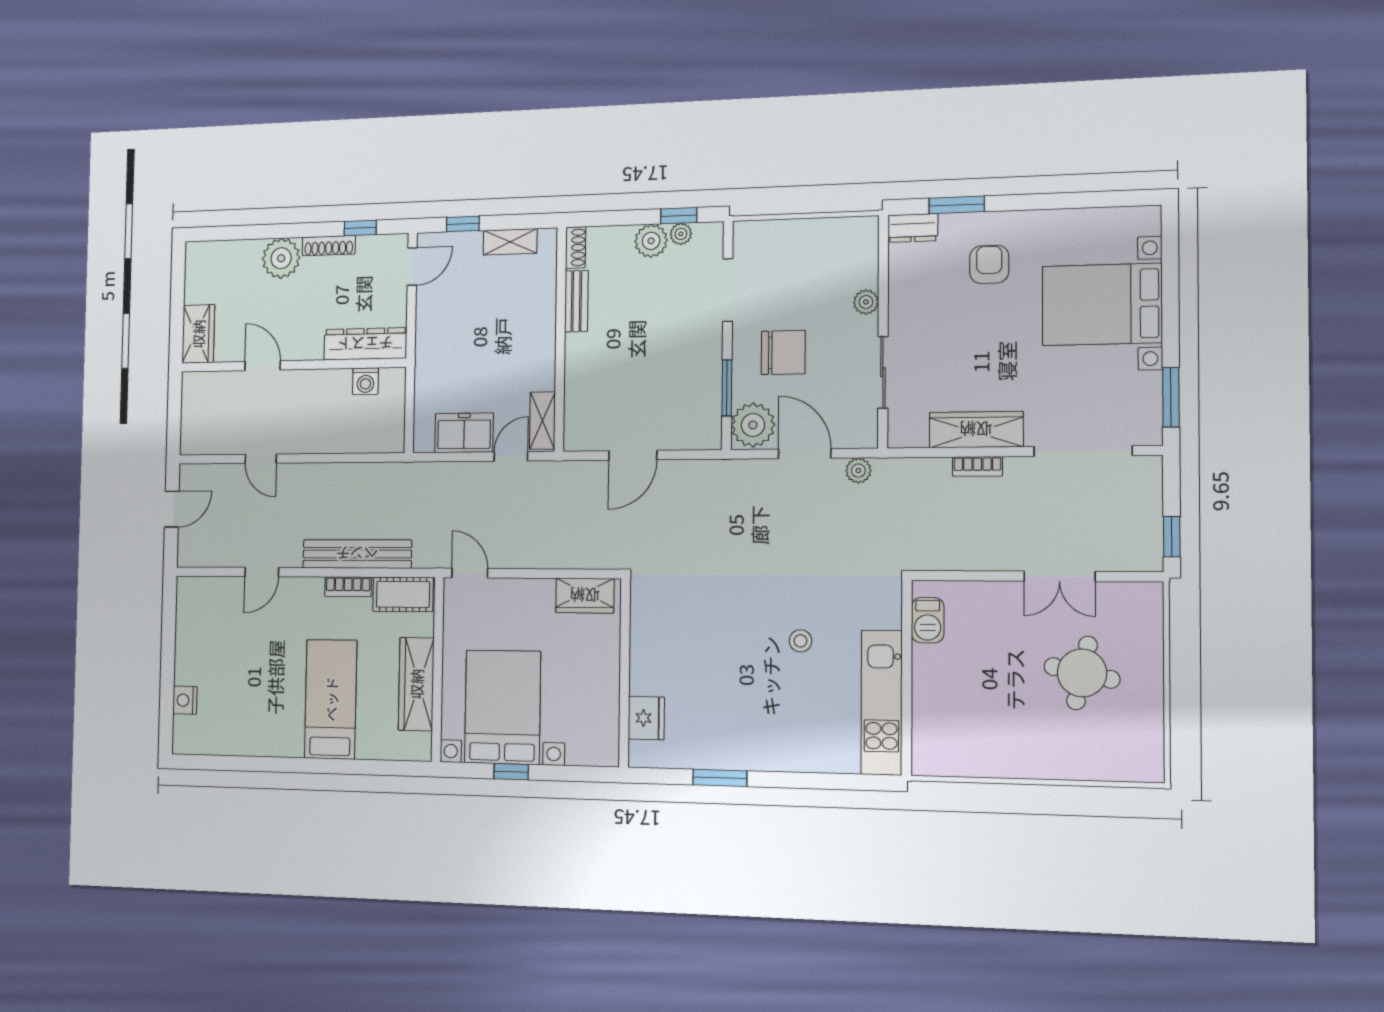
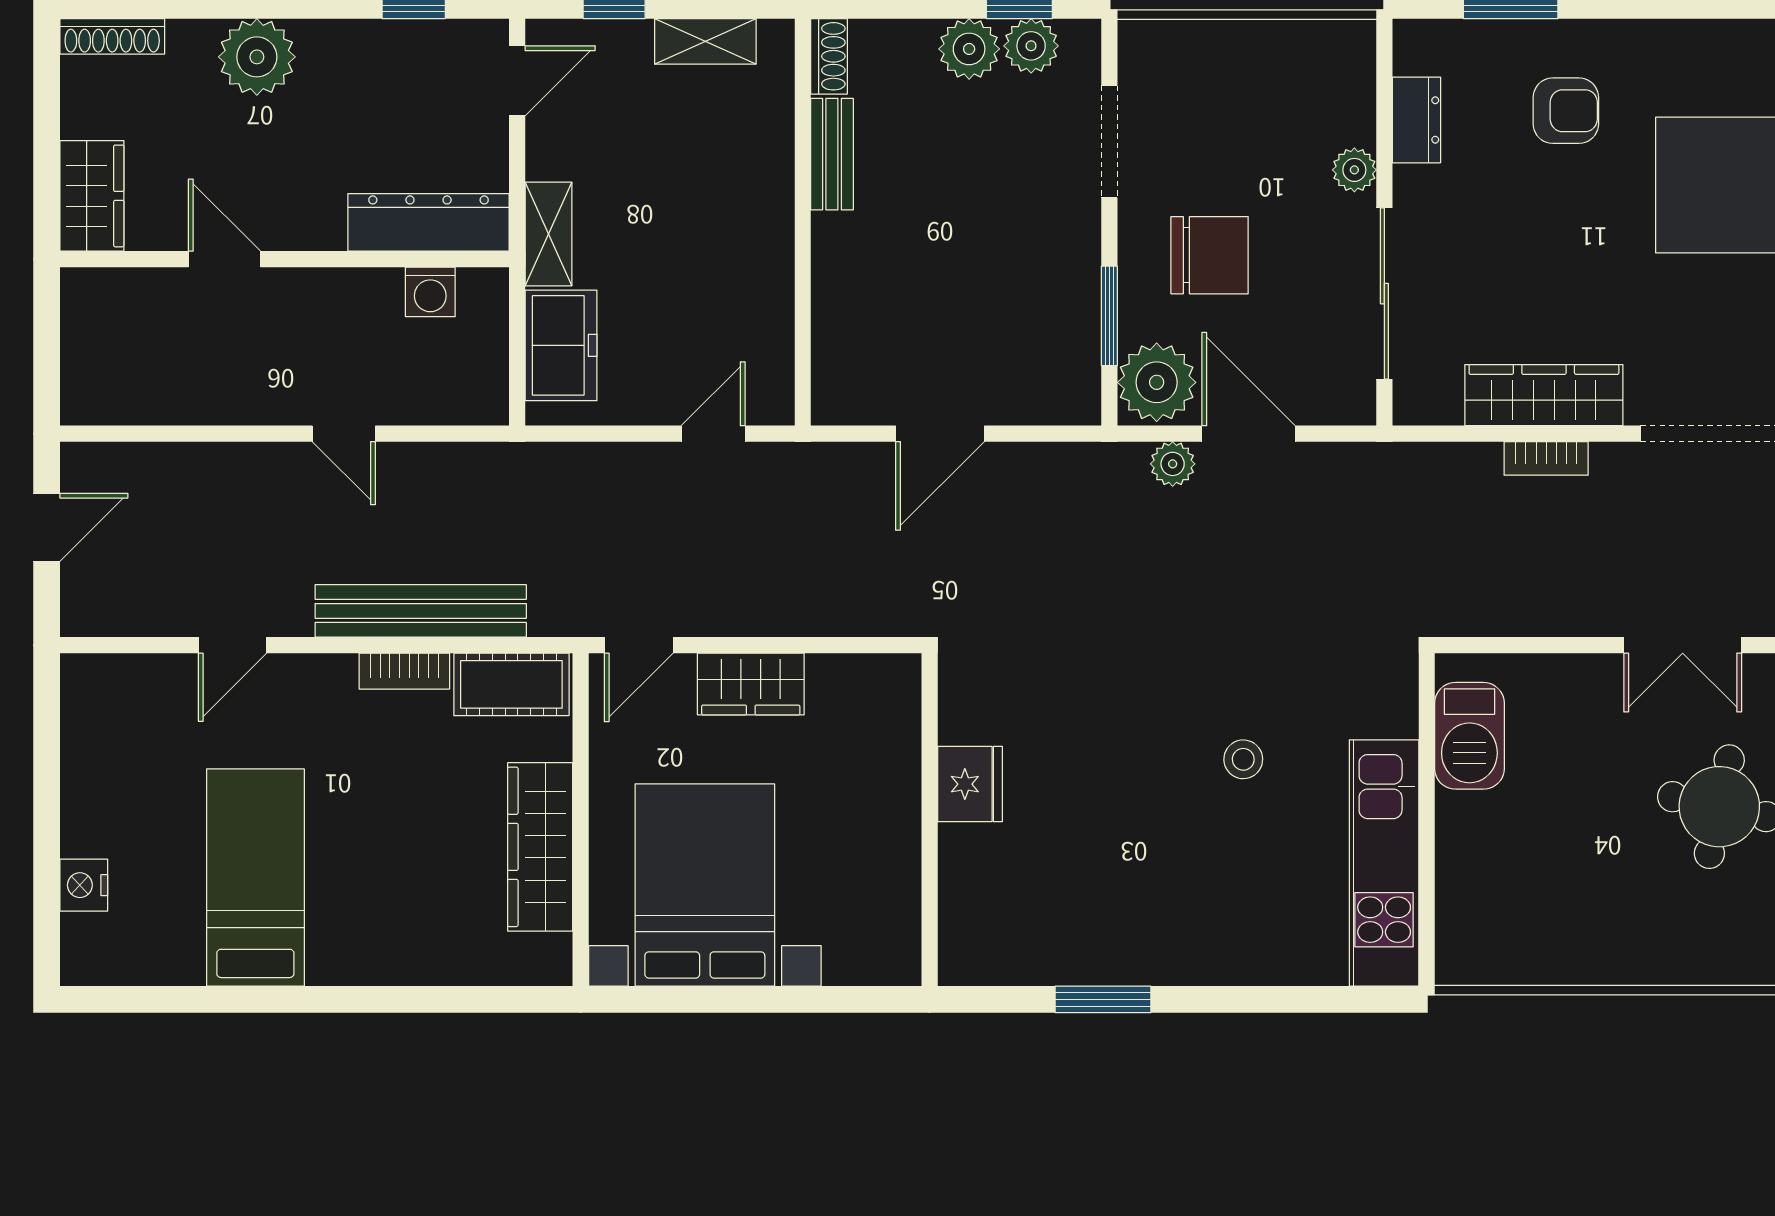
dresser: (913, 228) -> (1416, 120), moved, turned -90
plant: (681, 234) -> (1031, 46), width x1.38, depth x1.38
shoe rack: (329, 246) -> (112, 36), moved
armchair: (989, 264) -> (1566, 111), turned 90
sliding door: (883, 372) -> (1384, 294), width x1.37
shelving: (542, 421) -> (548, 234), moved
freezer: (464, 433) -> (561, 345), moved, turned 90
door: (261, 459) -> (344, 434), moved
plant: (858, 471) -> (1173, 464), moved
door: (470, 573) -> (639, 645), swing flipped
wardrobe: (585, 596) -> (751, 684), moved
barbecue: (928, 620) -> (1469, 736), width x1.38, depth x1.27
bed: (331, 699) -> (255, 878), moved
fridge: (646, 718) -> (970, 784), moved
window: (511, 772) -> (723, 999), removed

